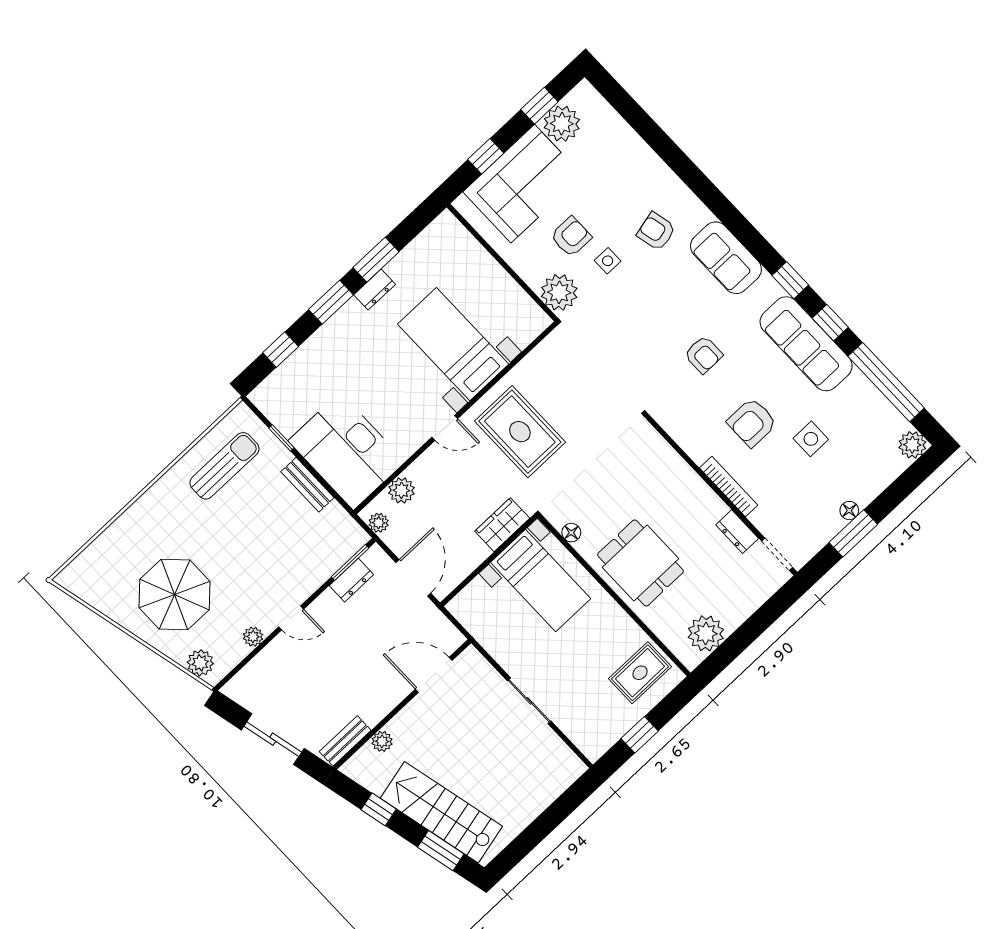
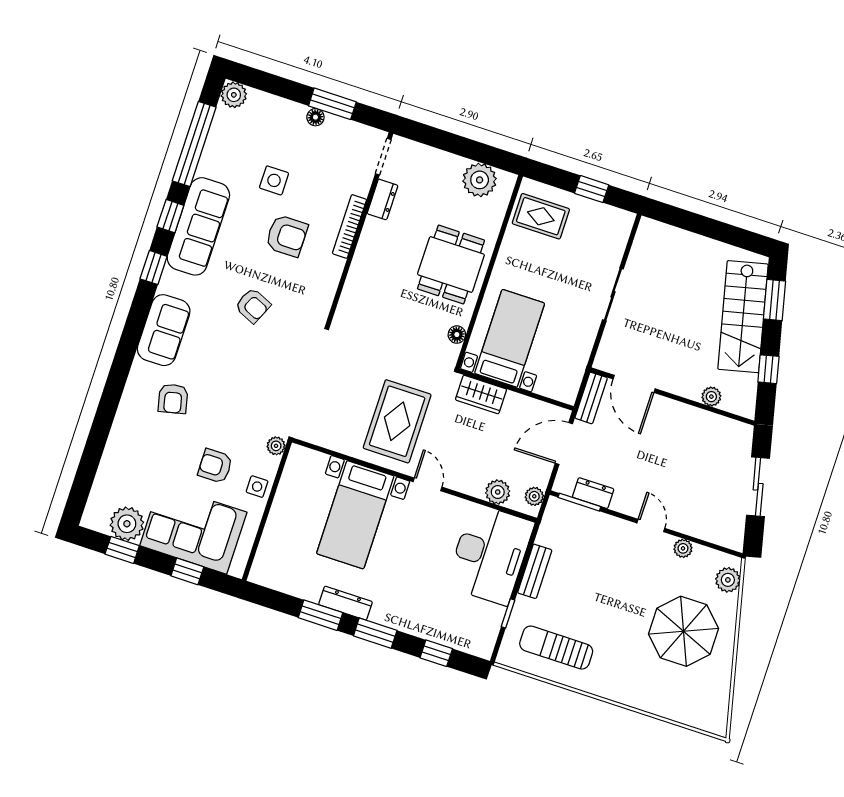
side table: (608, 261) -> (257, 487), moved
dresser: (375, 290) -> (346, 603), width x1.44
plant: (559, 292) -> (276, 446), width x0.53, depth x0.53
armchair: (703, 355) -> (253, 306), turned 114
bench: (345, 741) -> (591, 398), moved, turned 90

